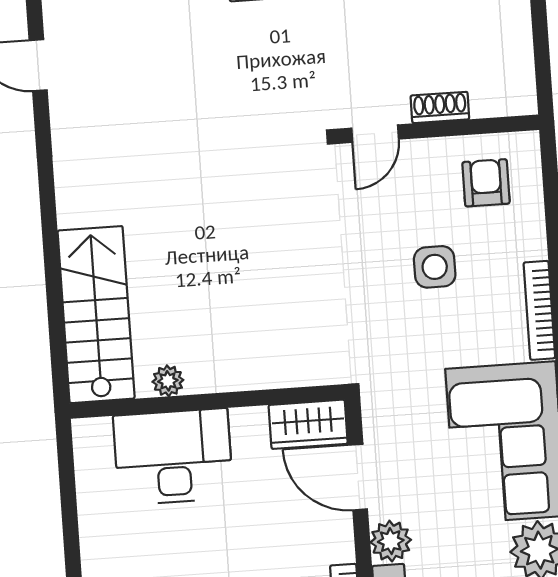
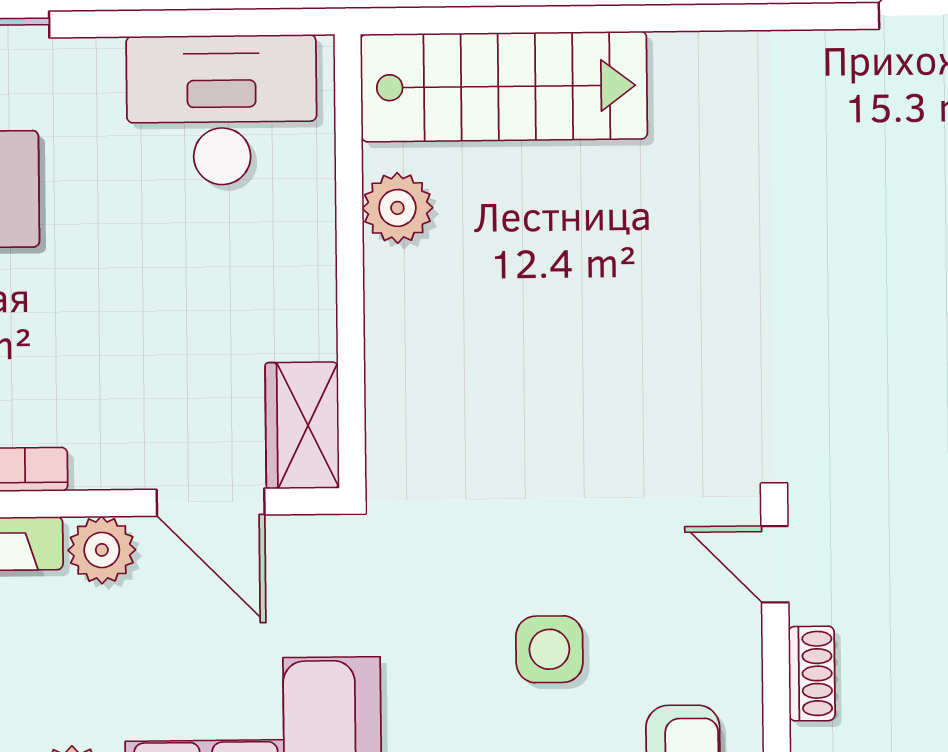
plant: (168, 381) -> (397, 208), width x1.38, depth x1.38
desk: (173, 457) -> (222, 110), moved, turned -90
door: (358, 477) -> (211, 502), swing flipped

